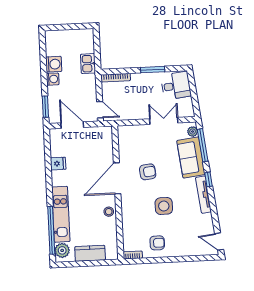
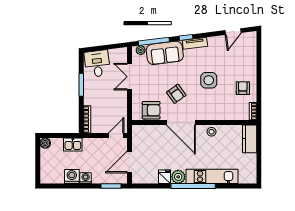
boiler: (88, 34) -> (45, 143), added
armchair: (129, 146) -> (151, 110), added
armchair: (148, 172) -> (176, 94), turned 151
tv unit: (203, 195) -> (195, 43), width x0.71
window: (51, 230) -> (193, 186), moved
door: (219, 242) -> (233, 32), moved
plant: (62, 250) -> (178, 177), moved
kitchen counter: (90, 253) -> (250, 139), moved

